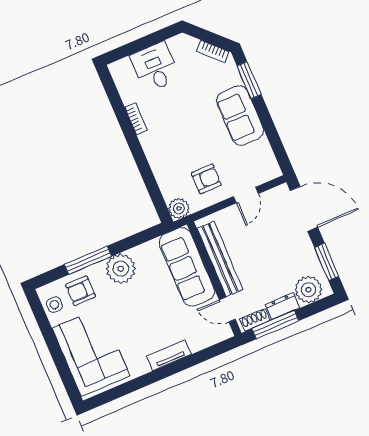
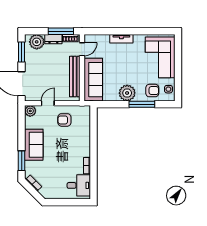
desk: (155, 67) -> (79, 185), moved, turned -90
plant: (179, 208) -> (30, 111), moved
door: (227, 310) -> (82, 49), hinge flipped

